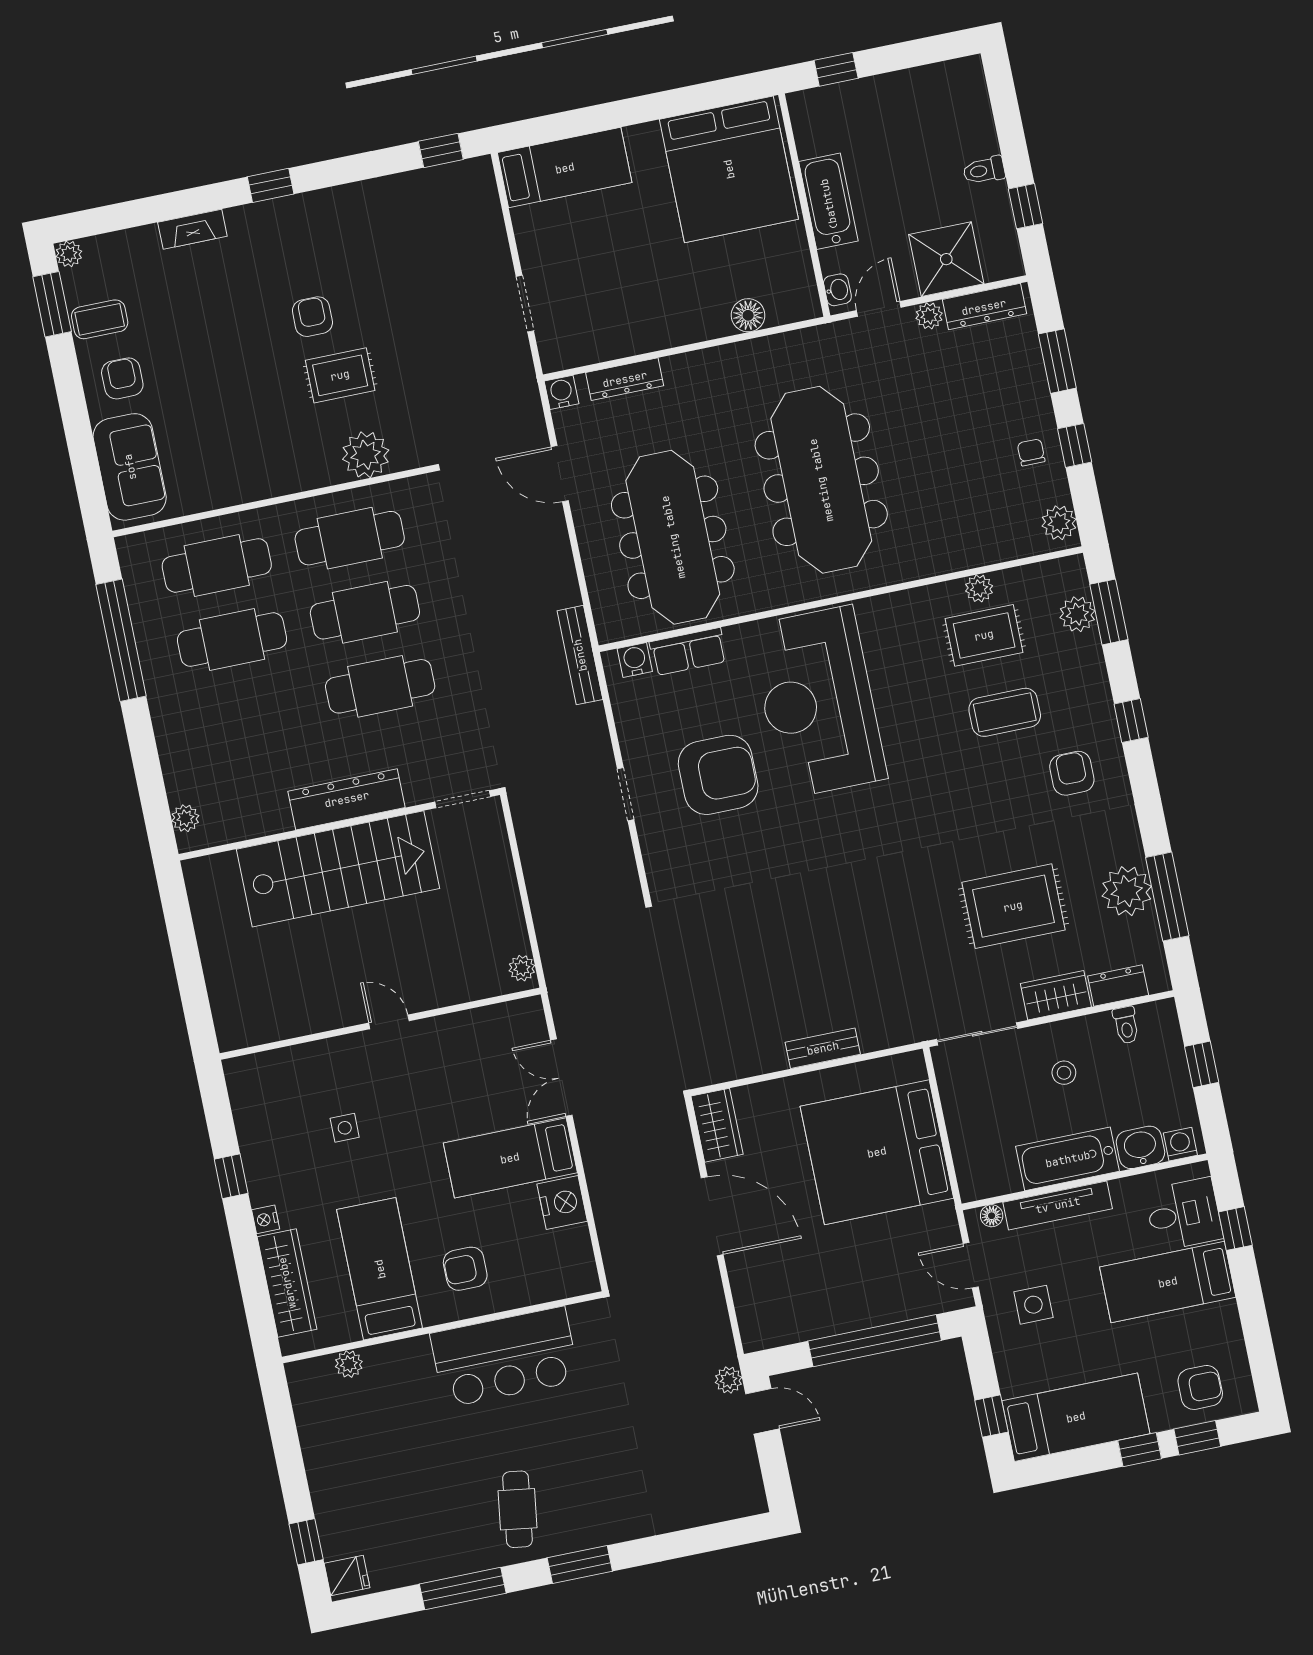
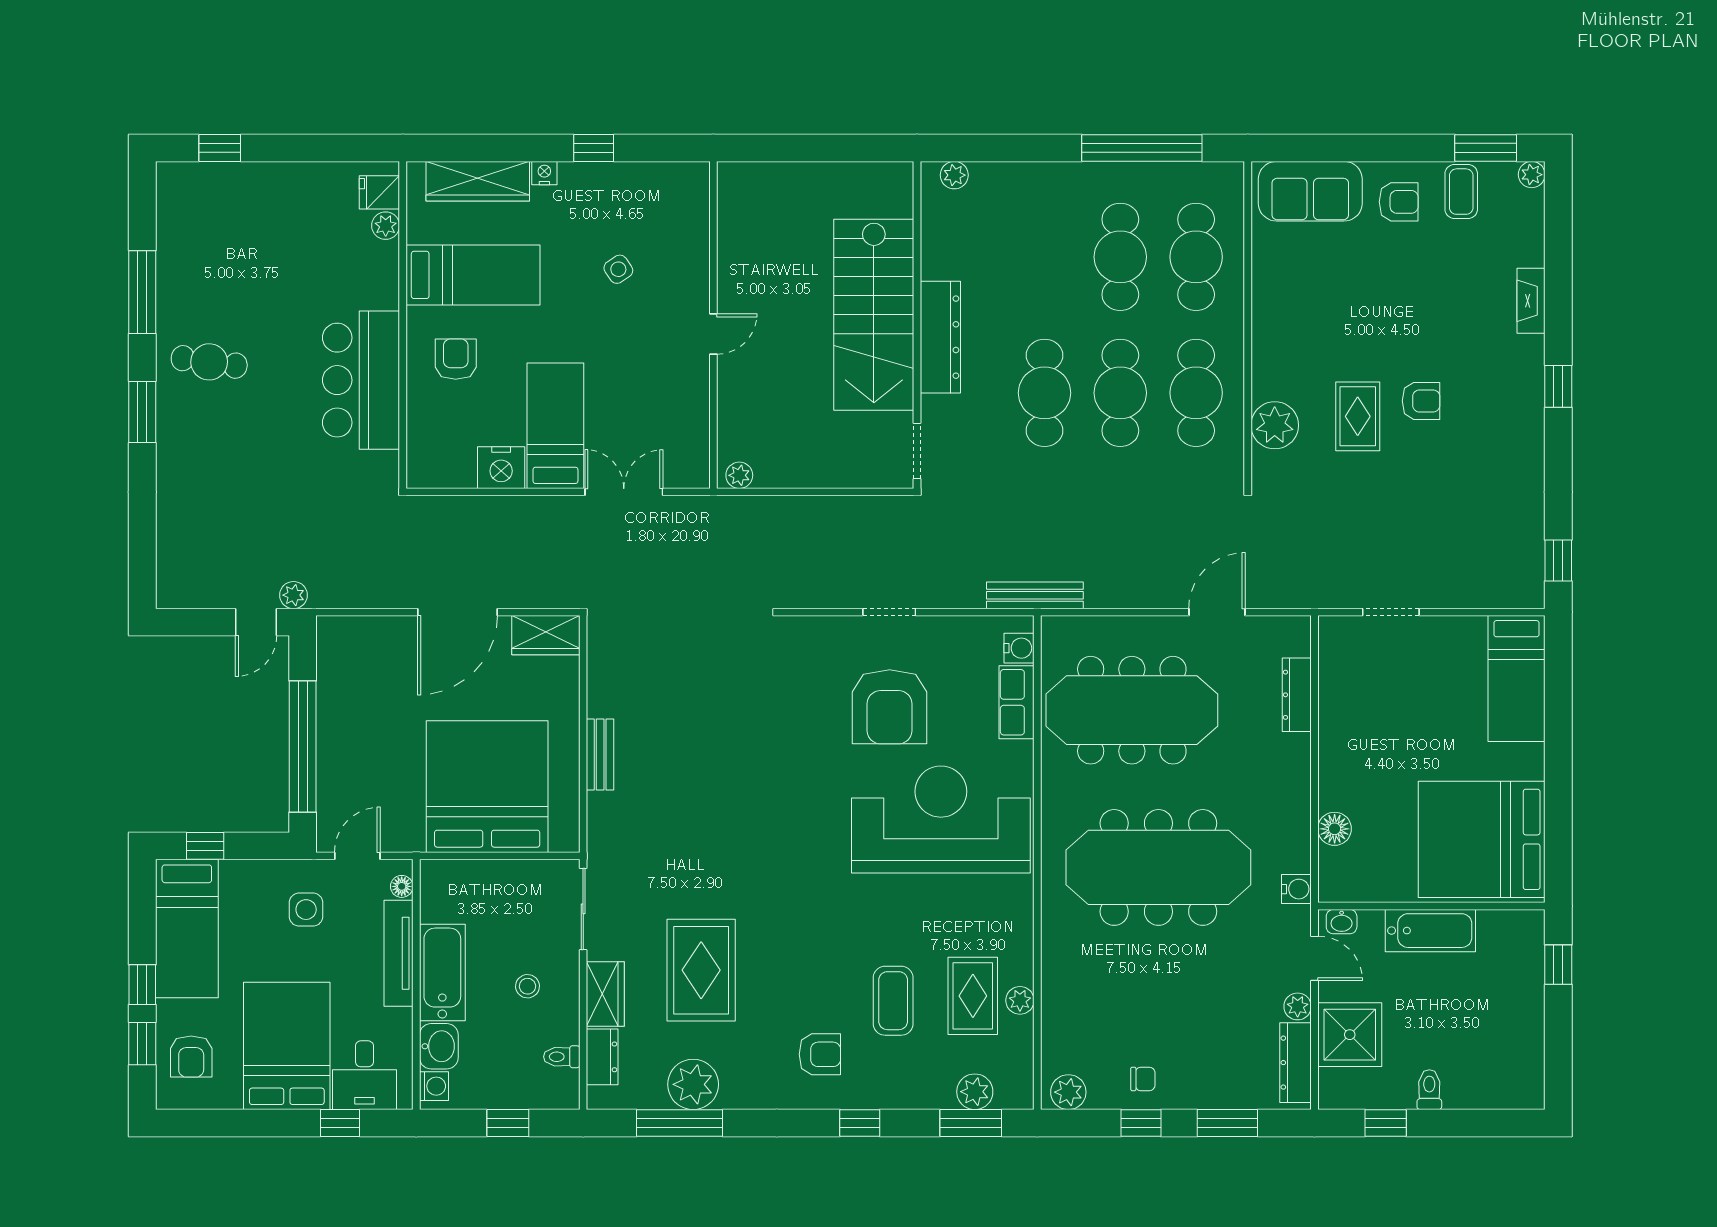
water cooler: (562, 392) -> (1296, 889), moved
side table: (345, 1128) -> (618, 269), turned -34
bed: (1168, 1282) -> (287, 1046), width x1.50
fridge: (347, 1575) -> (379, 192), moved, turned 90

